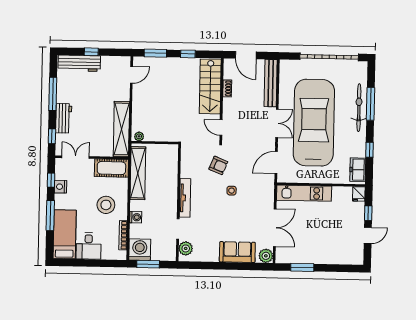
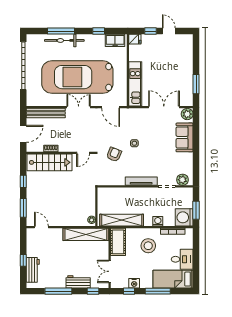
workbench: (79, 63) -> (33, 270), width x0.73

